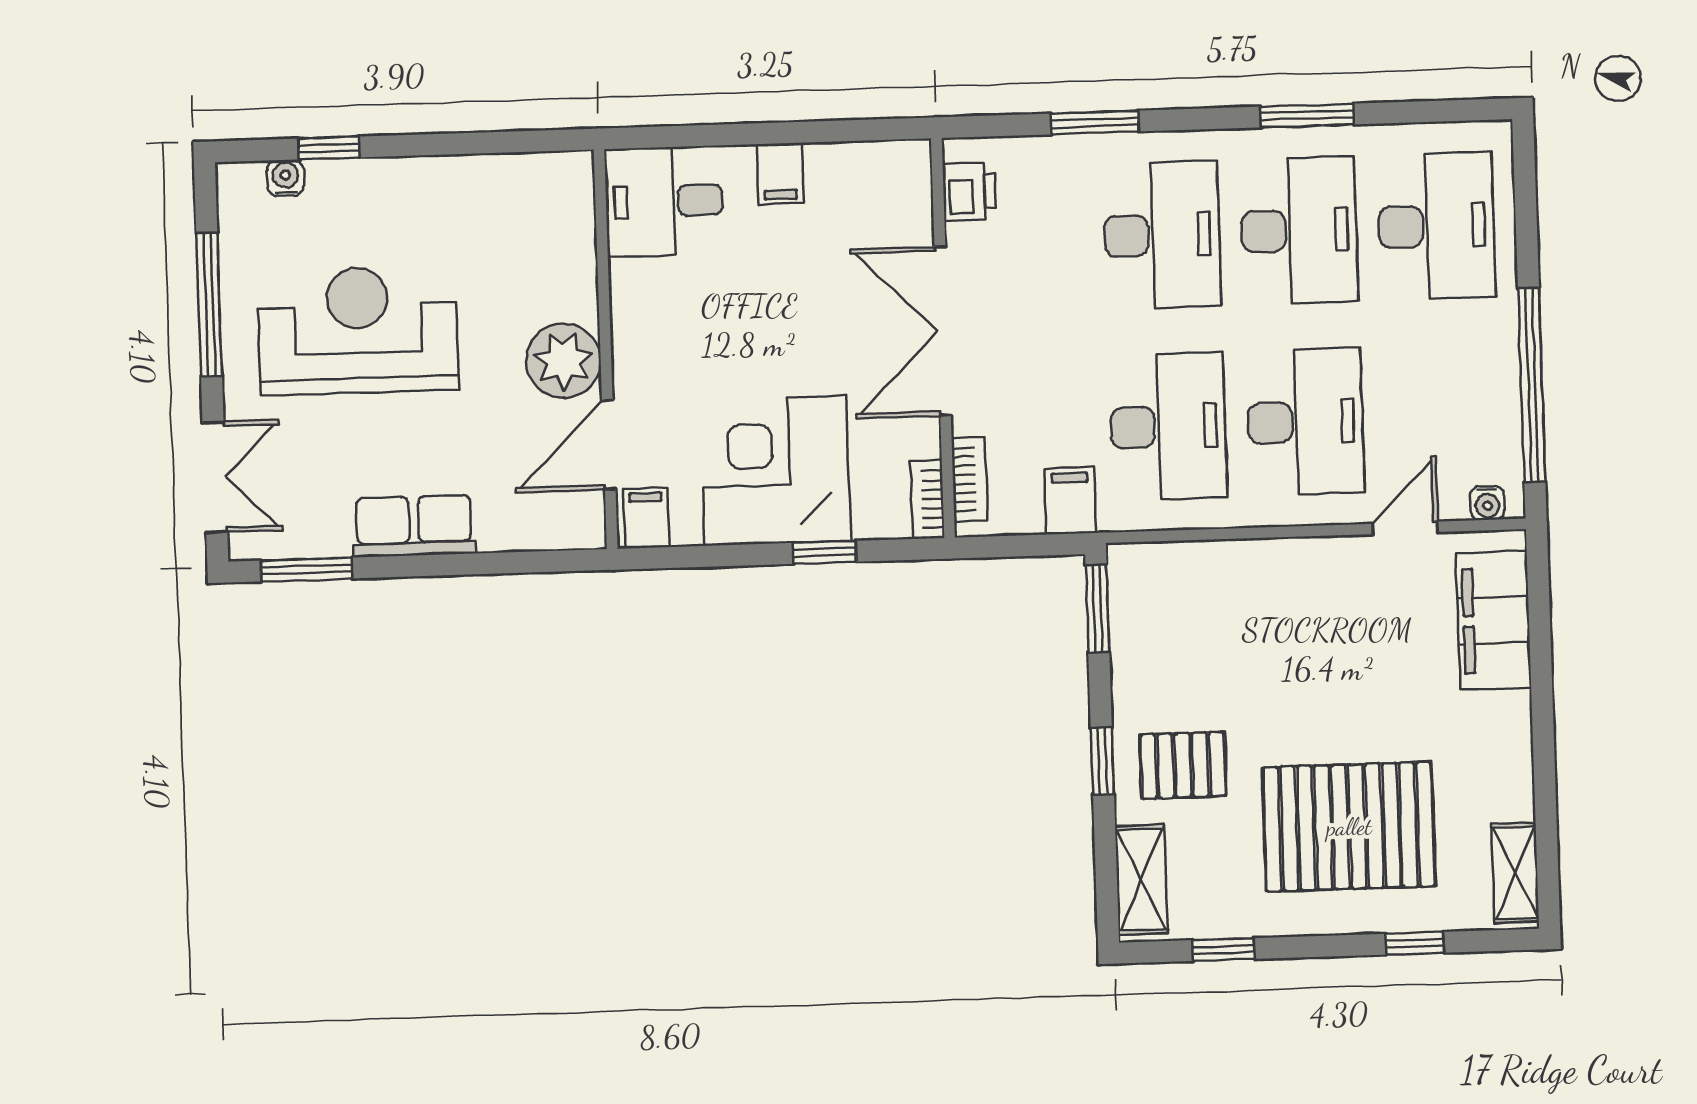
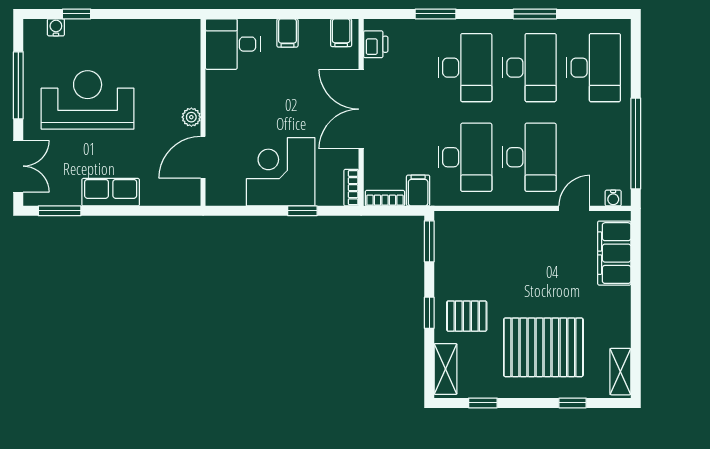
plant: (563, 361) -> (191, 117), width x0.53, depth x0.53
bookcase: (970, 479) -> (385, 198), moved, turned -90
filing cabinet: (646, 518) -> (341, 33), moved, turned 180

